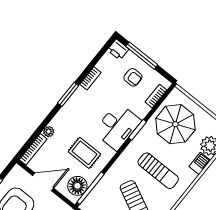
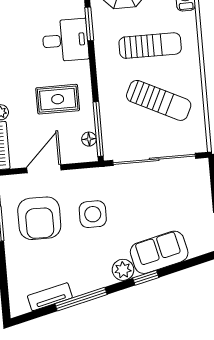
desk: (117, 126) -> (65, 40), width x0.73
floor lamp: (77, 186) -> (89, 139), width x0.53, depth x0.53

